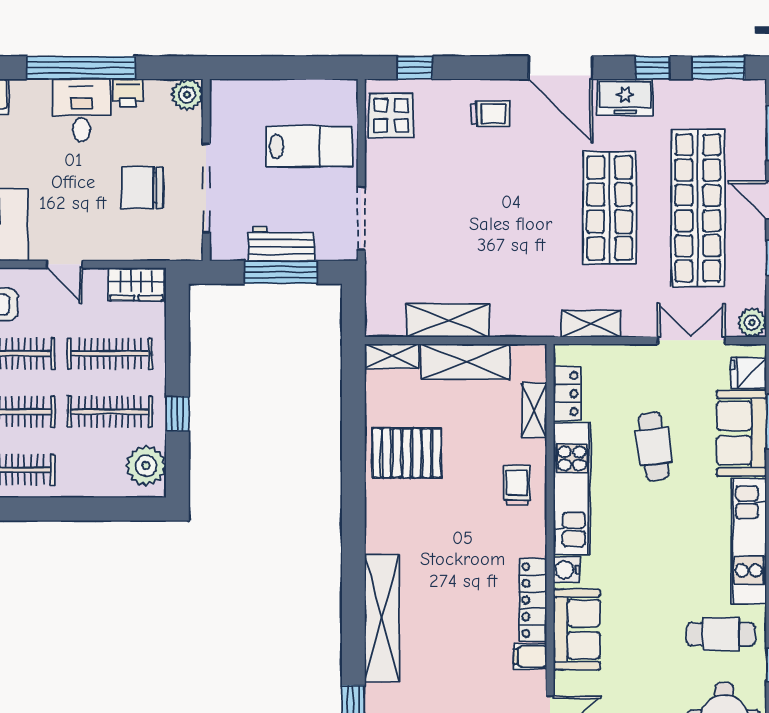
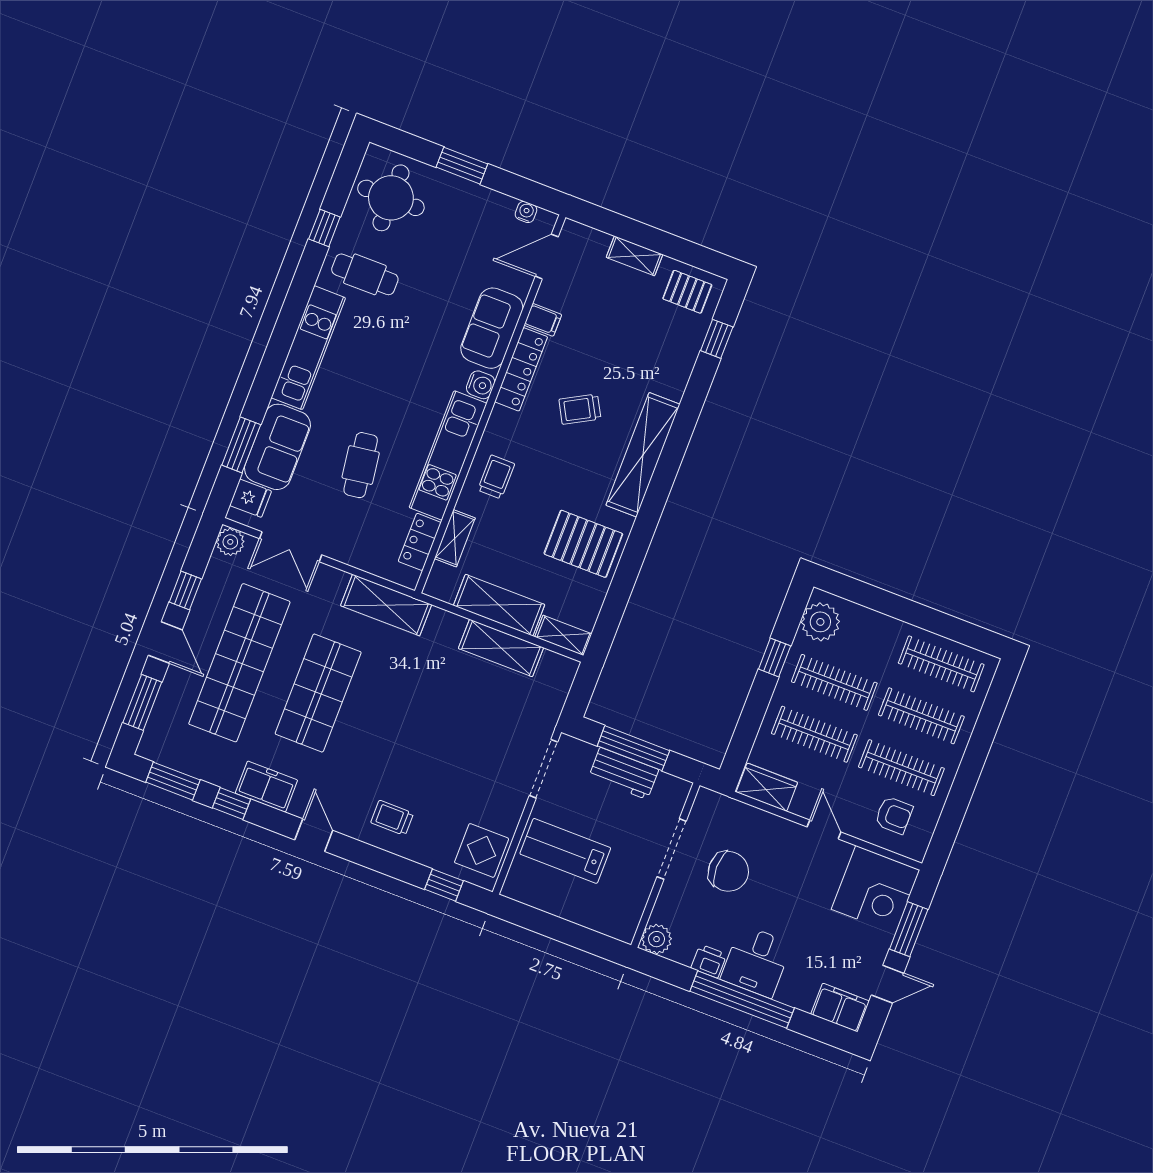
door: (561, 68) -> (314, 835), width x0.53
doorway: (206, 188) -> (672, 849), width x0.73
shelving: (591, 324) -> (386, 605), width x1.50, depth x1.33
trolley: (517, 486) -> (496, 477), turned 180
trolley: (461, 583) -> (580, 409), added
shelving: (382, 618) -> (643, 455), moved

